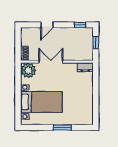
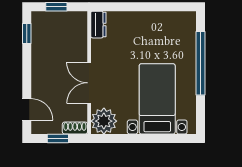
door: (47, 25) -> (27, 109), moved
window: (18, 43) -> (58, 138), added
window: (62, 127) -> (201, 63), width x2.11

